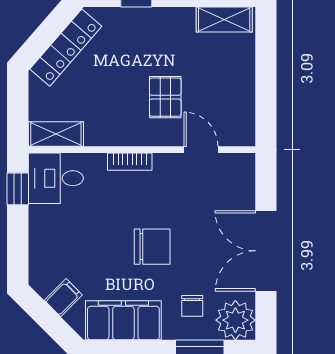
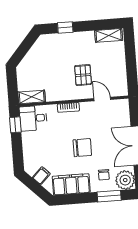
locker: (66, 48) -> (33, 55), removed

